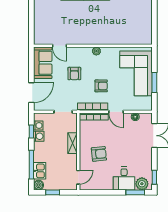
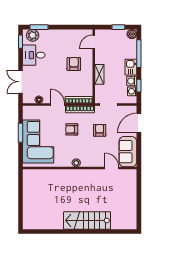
armchair: (74, 74) -> (100, 130), moved
armchair: (99, 154) -> (74, 64), turned 96
kitchen sink: (40, 171) -> (131, 67), moved
desk: (124, 178) -> (34, 55), moved, turned -90

